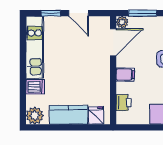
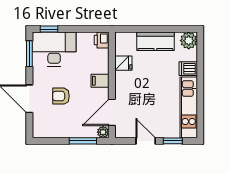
printer: (124, 103) -> (102, 40), moved
fridge: (96, 116) -> (123, 63), moved, turned -90

